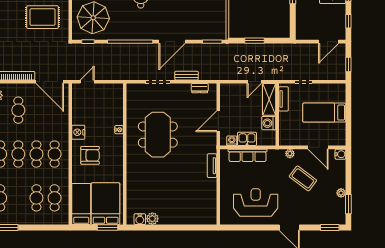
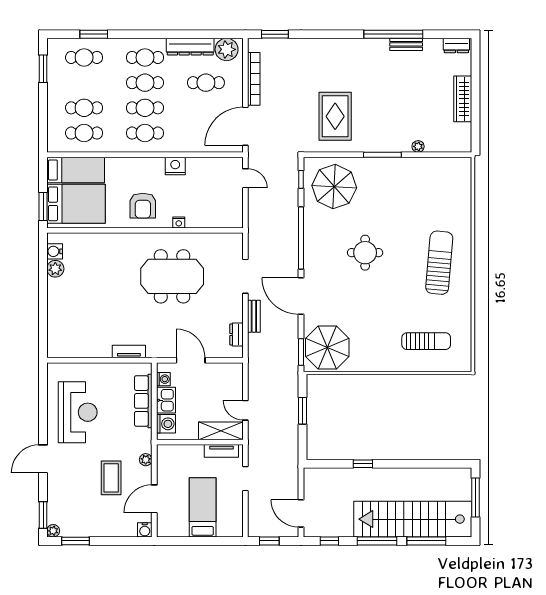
parasol: (209, 23) -> (327, 348), added
washing machine: (269, 123) -> (166, 424), moved, turned 90
armchair: (90, 155) -> (143, 206), moved
coffee table: (303, 178) -> (111, 478), turned -37
plant: (341, 193) -> (53, 531), moved

